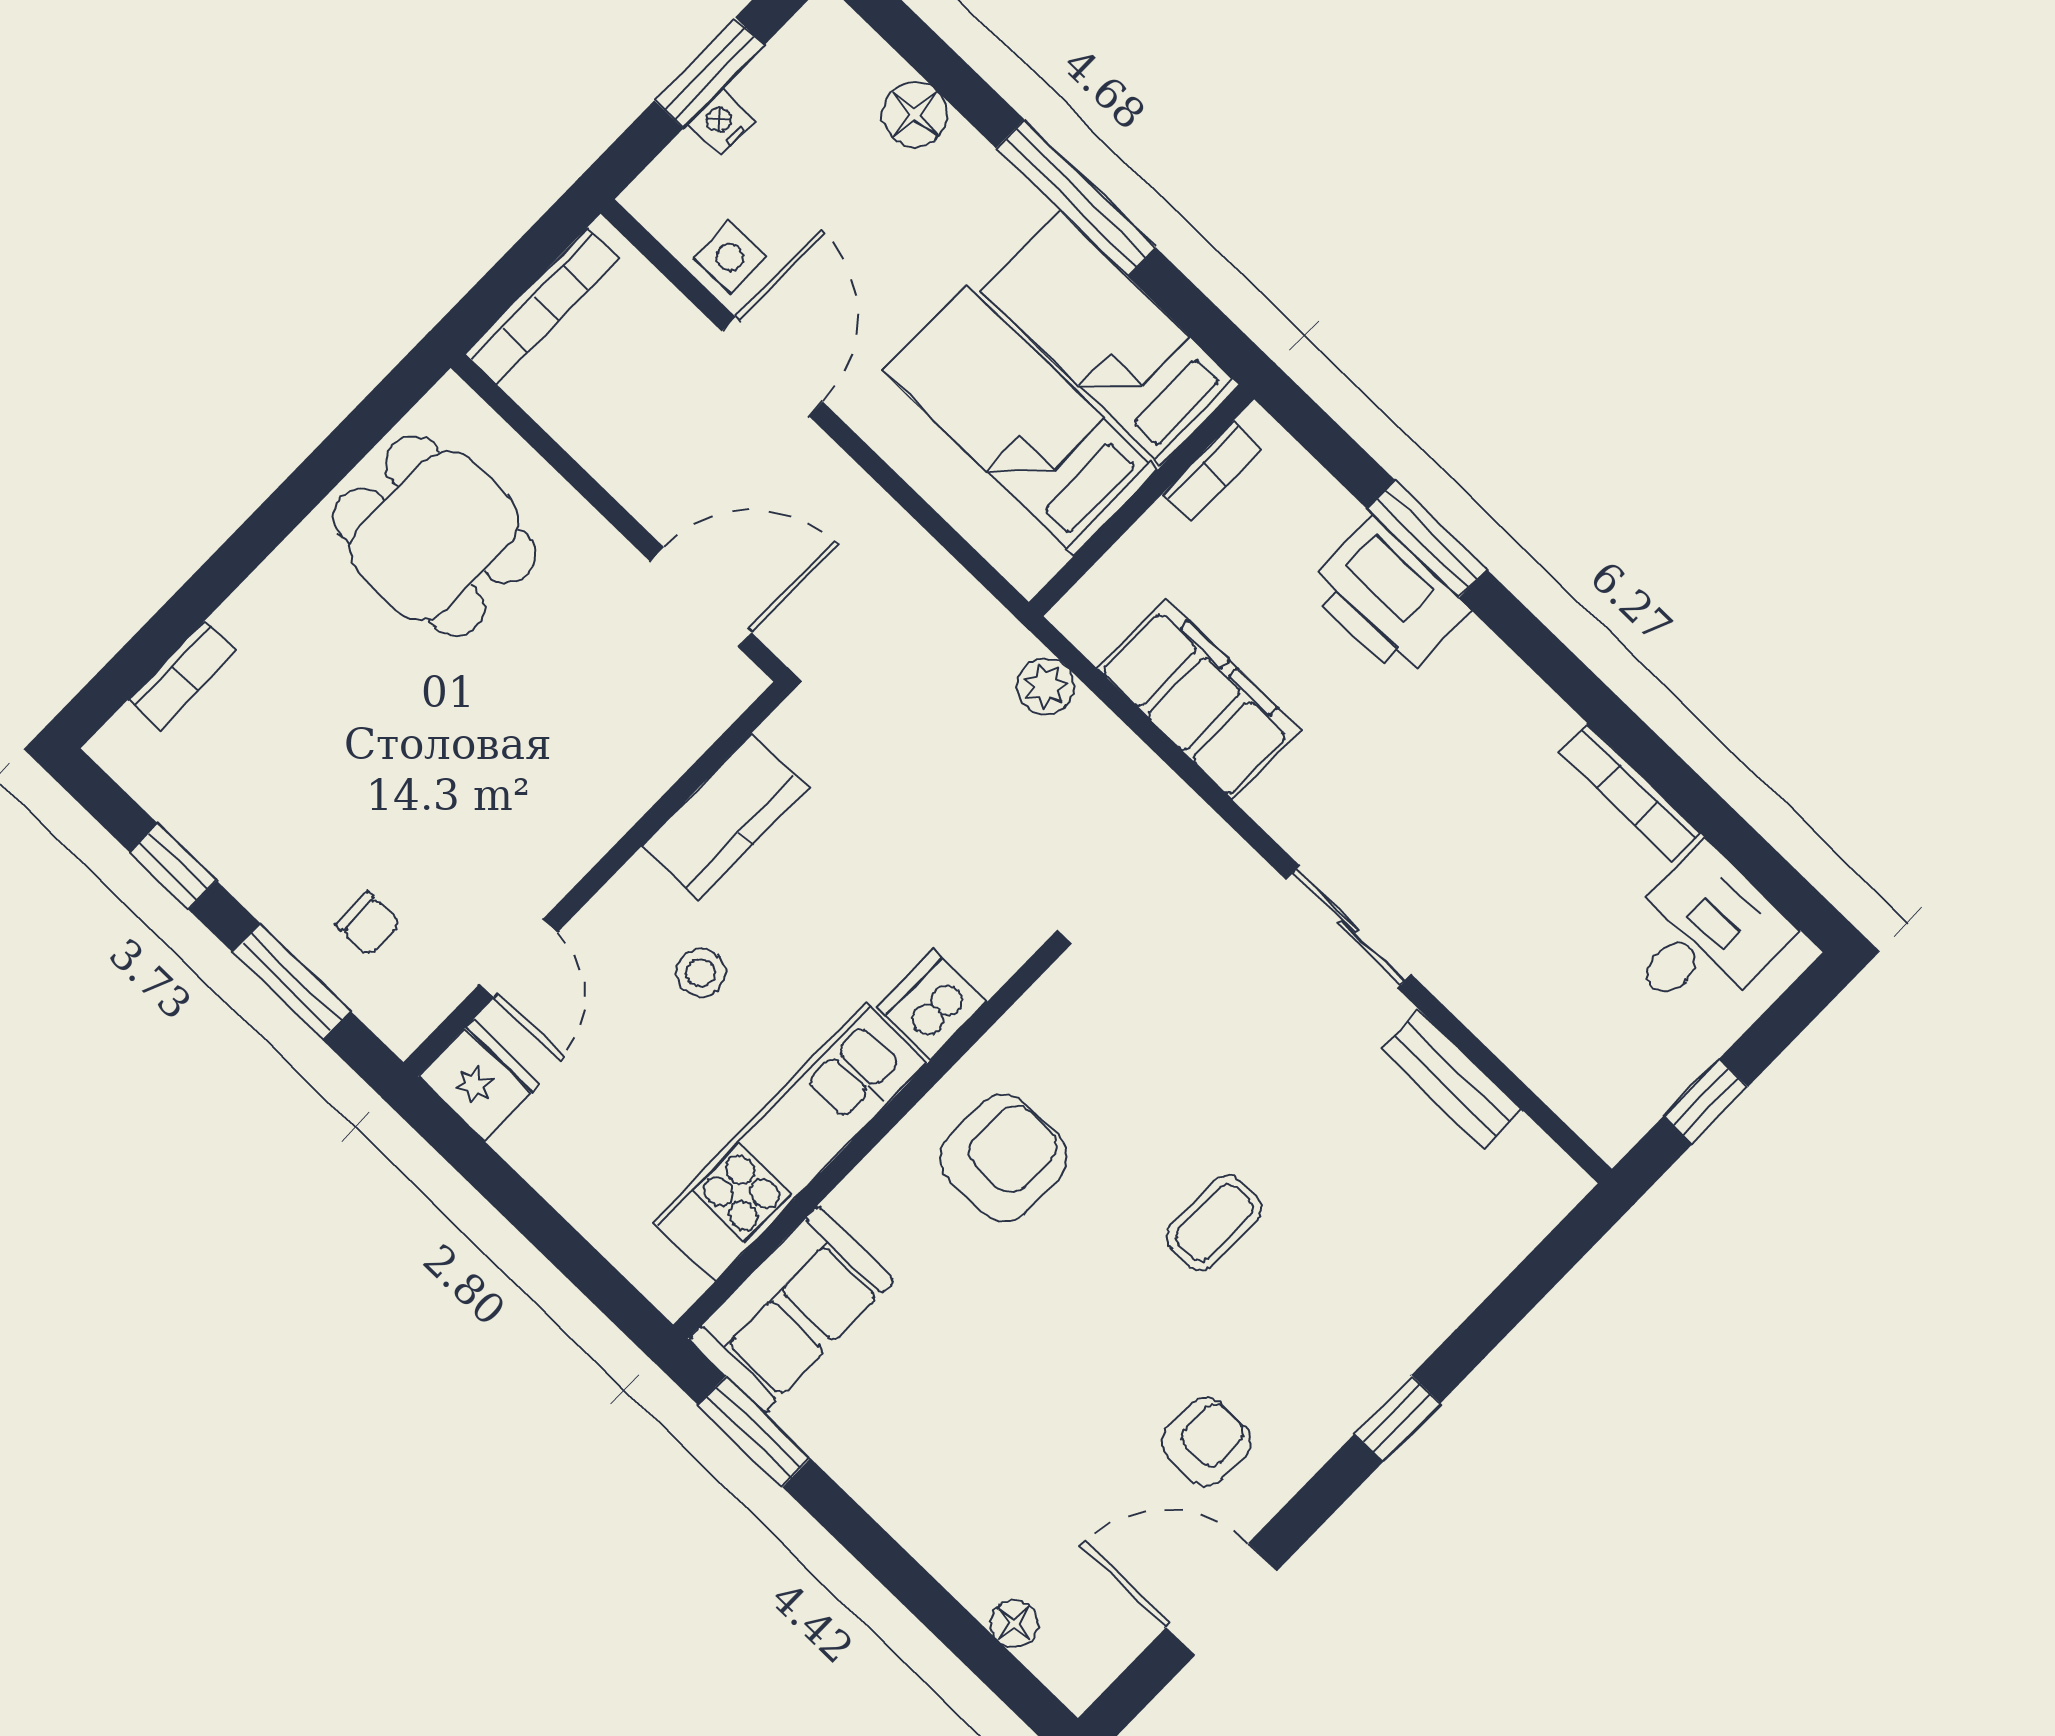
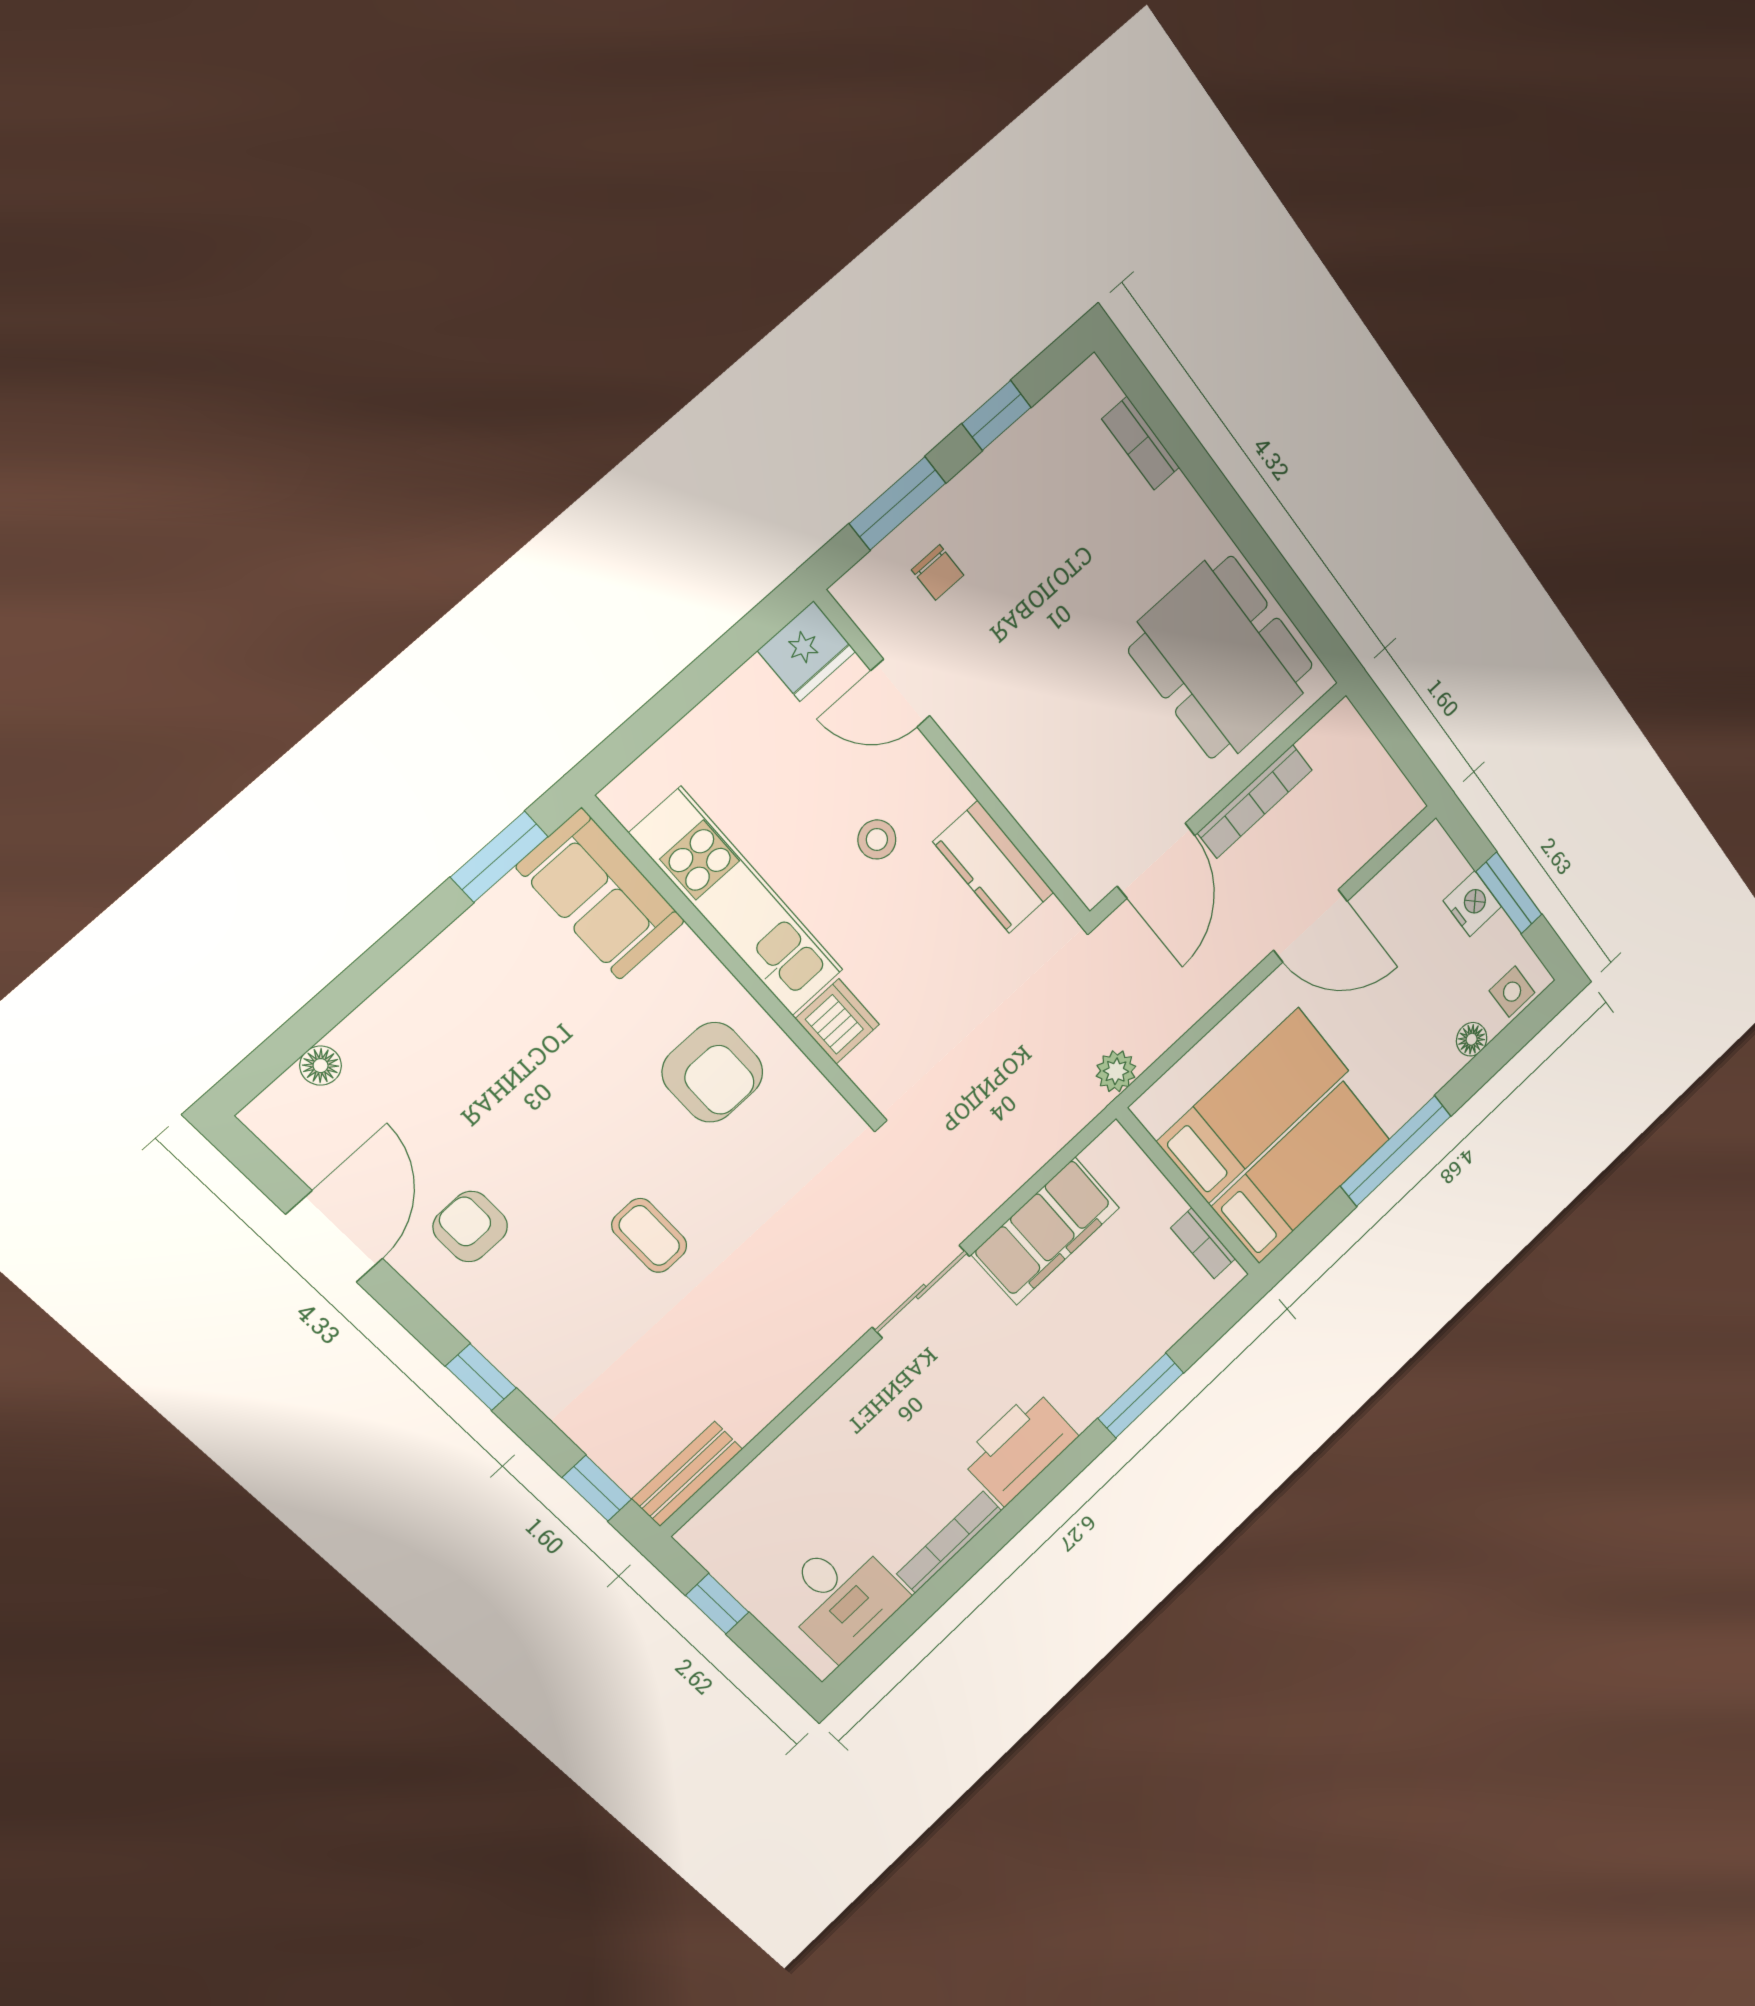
floor lamp: (915, 114) -> (1472, 1039), width x0.73, depth x0.73
nightstand: (722, 122) -> (1472, 904), width x1.39, depth x1.35
side table: (730, 257) -> (1512, 992), moved
bookcase: (542, 306) -> (1255, 801), moved, turned -90
dining table: (434, 536) -> (1221, 658), width x1.38
printer: (1388, 599) -> (1019, 1448), moved
plant: (1046, 686) -> (1116, 1071), moved
chair: (368, 924) -> (938, 572), turned -90
sliding door: (1349, 927) -> (921, 1292), moved
bench: (1452, 1079) -> (687, 1474), moved
window: (1545, 1267) -> (597, 1488), added
armchair: (1206, 1442) -> (470, 1227), turned 180

